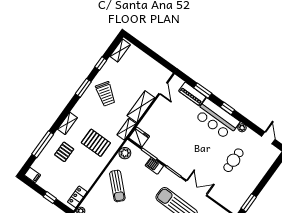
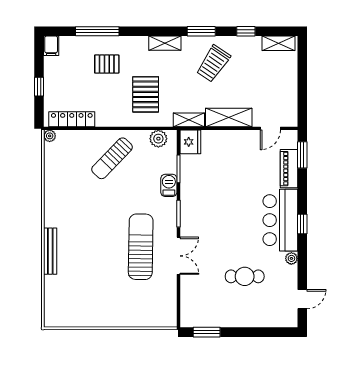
window: (203, 91) -> (302, 155), moved
shelving: (67, 123) -> (165, 43), moved
locker: (77, 197) -> (72, 119), width x1.53

